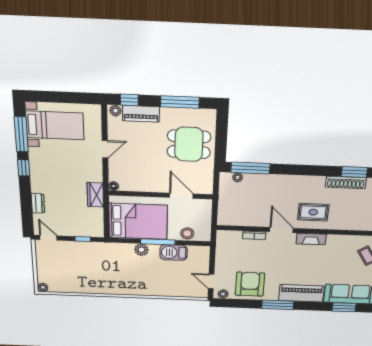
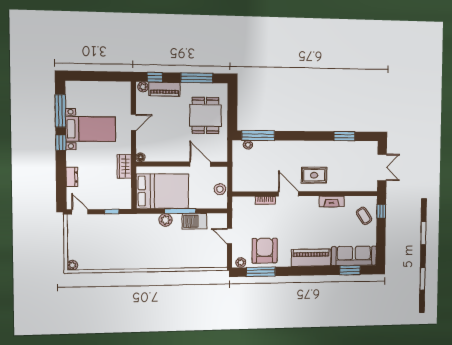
bed with nightstands: (55, 125) -> (91, 129), moved
dining table: (189, 144) -> (205, 115), turned 90
shoe rack: (346, 182) -> (339, 146), removed
stool: (187, 233) -> (220, 189), moved
fireplace: (311, 239) -> (332, 201), moved
door: (211, 281) -> (230, 236), moved
window: (278, 305) -> (261, 272), moved

